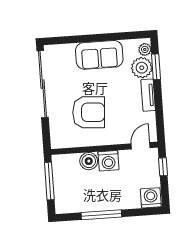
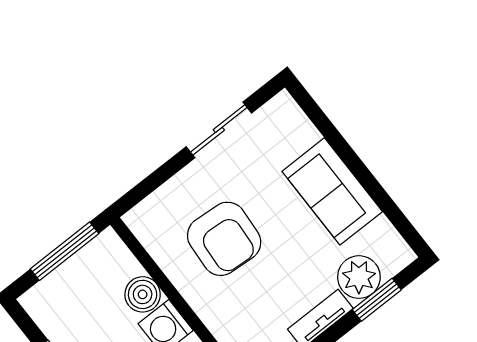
plant: (145, 49) -> (393, 261), removed
sliding door: (43, 84) -> (219, 130), width x0.54

